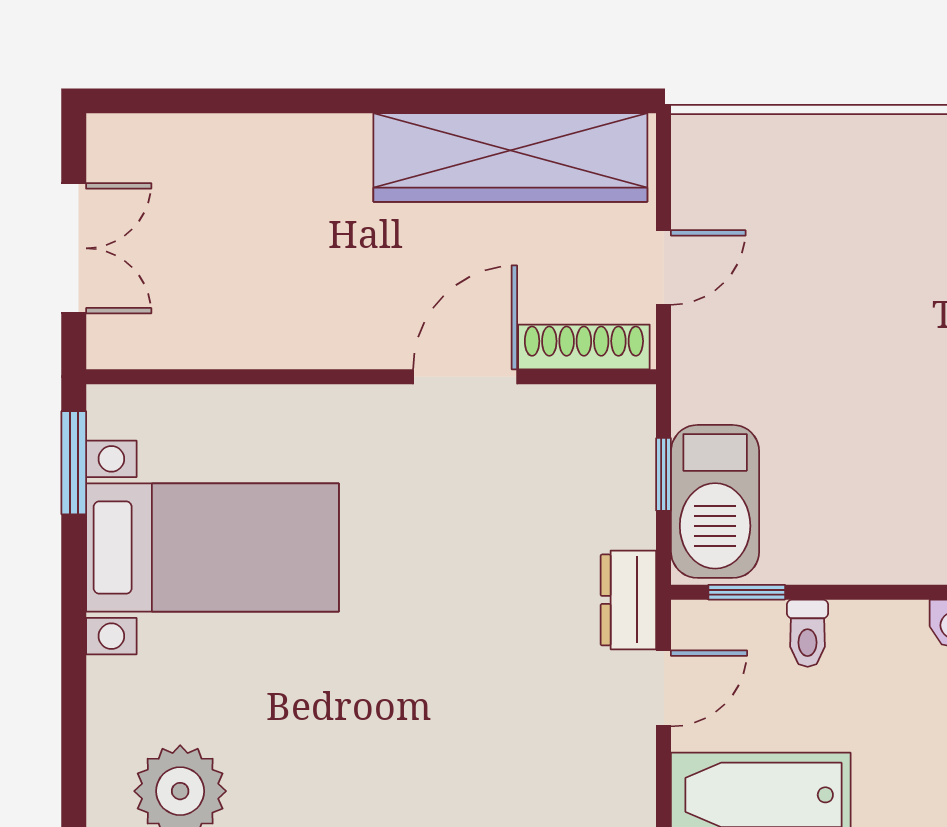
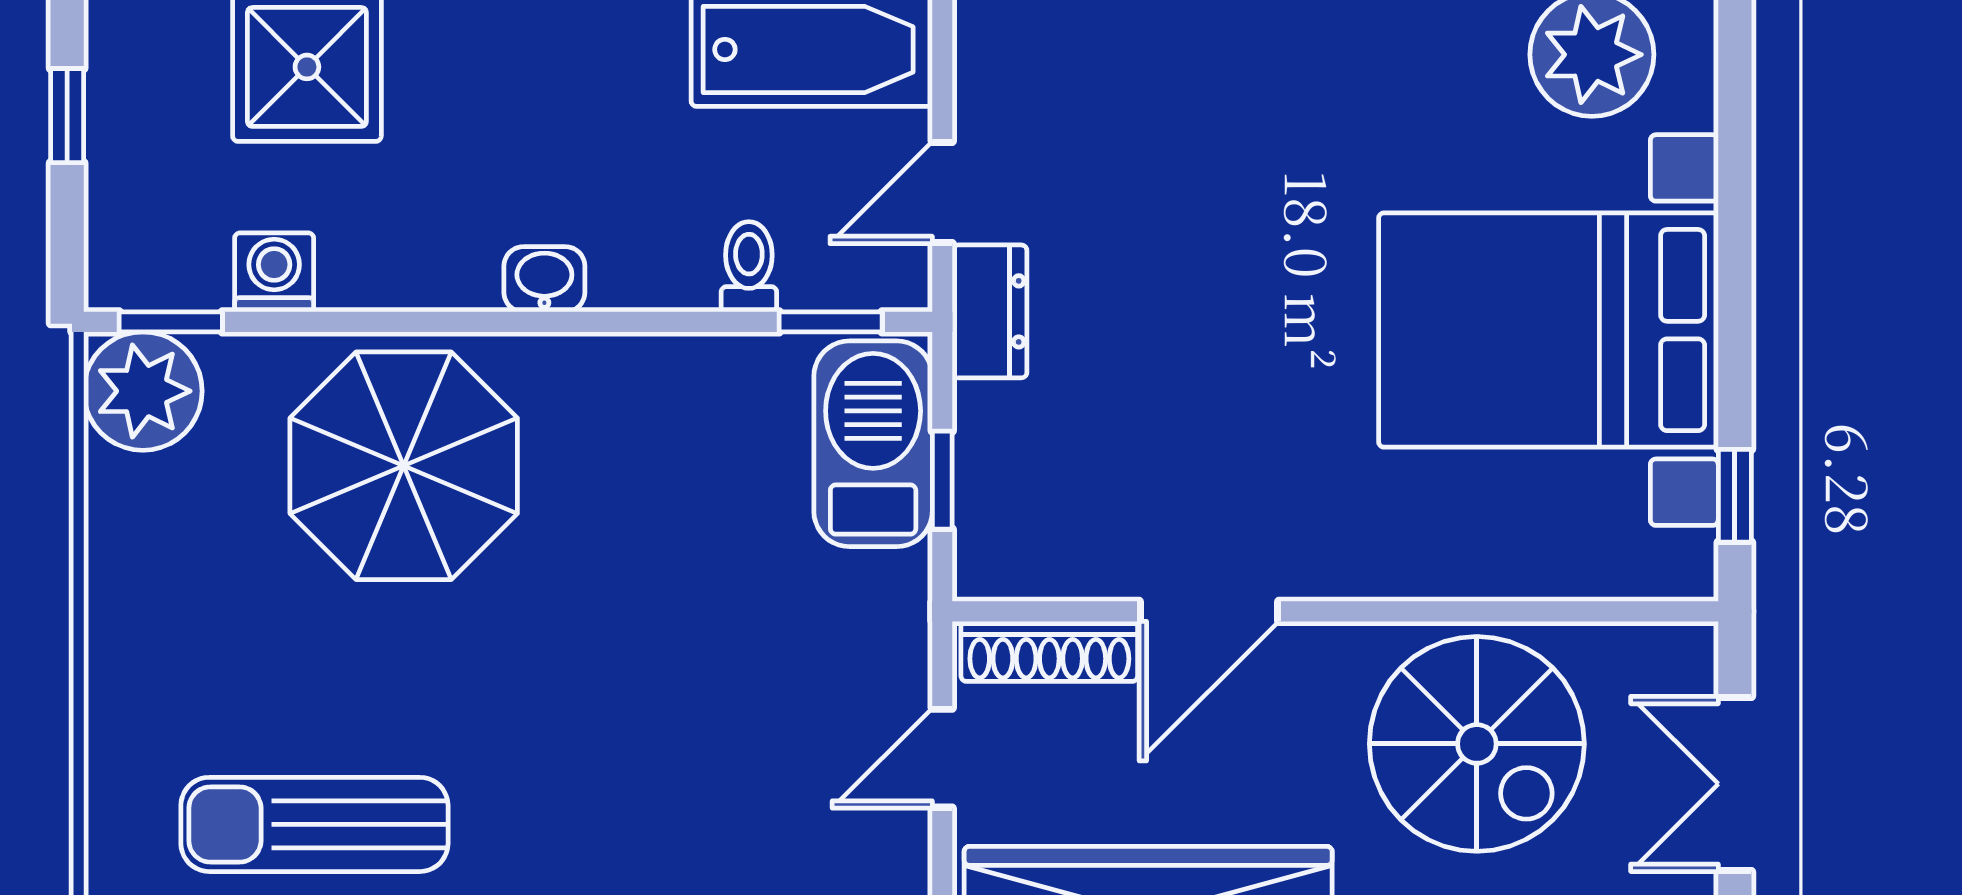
spiral stairs: (266, 278) -> (1477, 744), added
window: (74, 463) -> (1735, 496), width x0.67
bed with nightstands: (212, 548) -> (1548, 330), width x1.36

